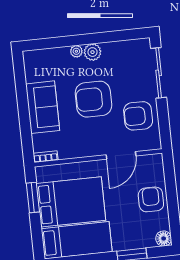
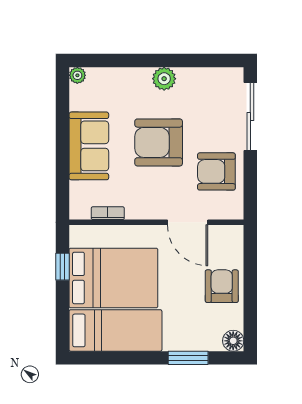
plant: (76, 51) -> (77, 75), moved
door: (121, 155) -> (188, 222), hinge flipped
bookcase: (46, 157) -> (108, 213), moved
window: (33, 198) -> (63, 267), width x0.67

